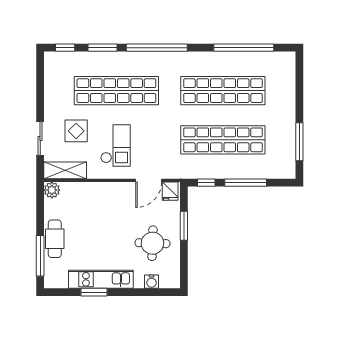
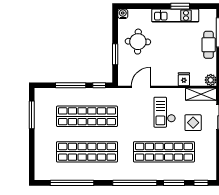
fridge: (170, 191) -> (184, 79), moved
water cooler: (152, 282) -> (123, 14), moved

